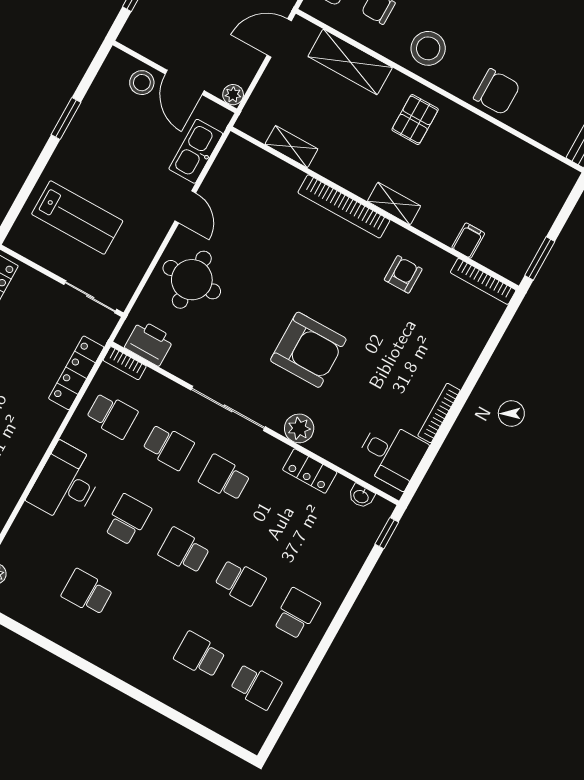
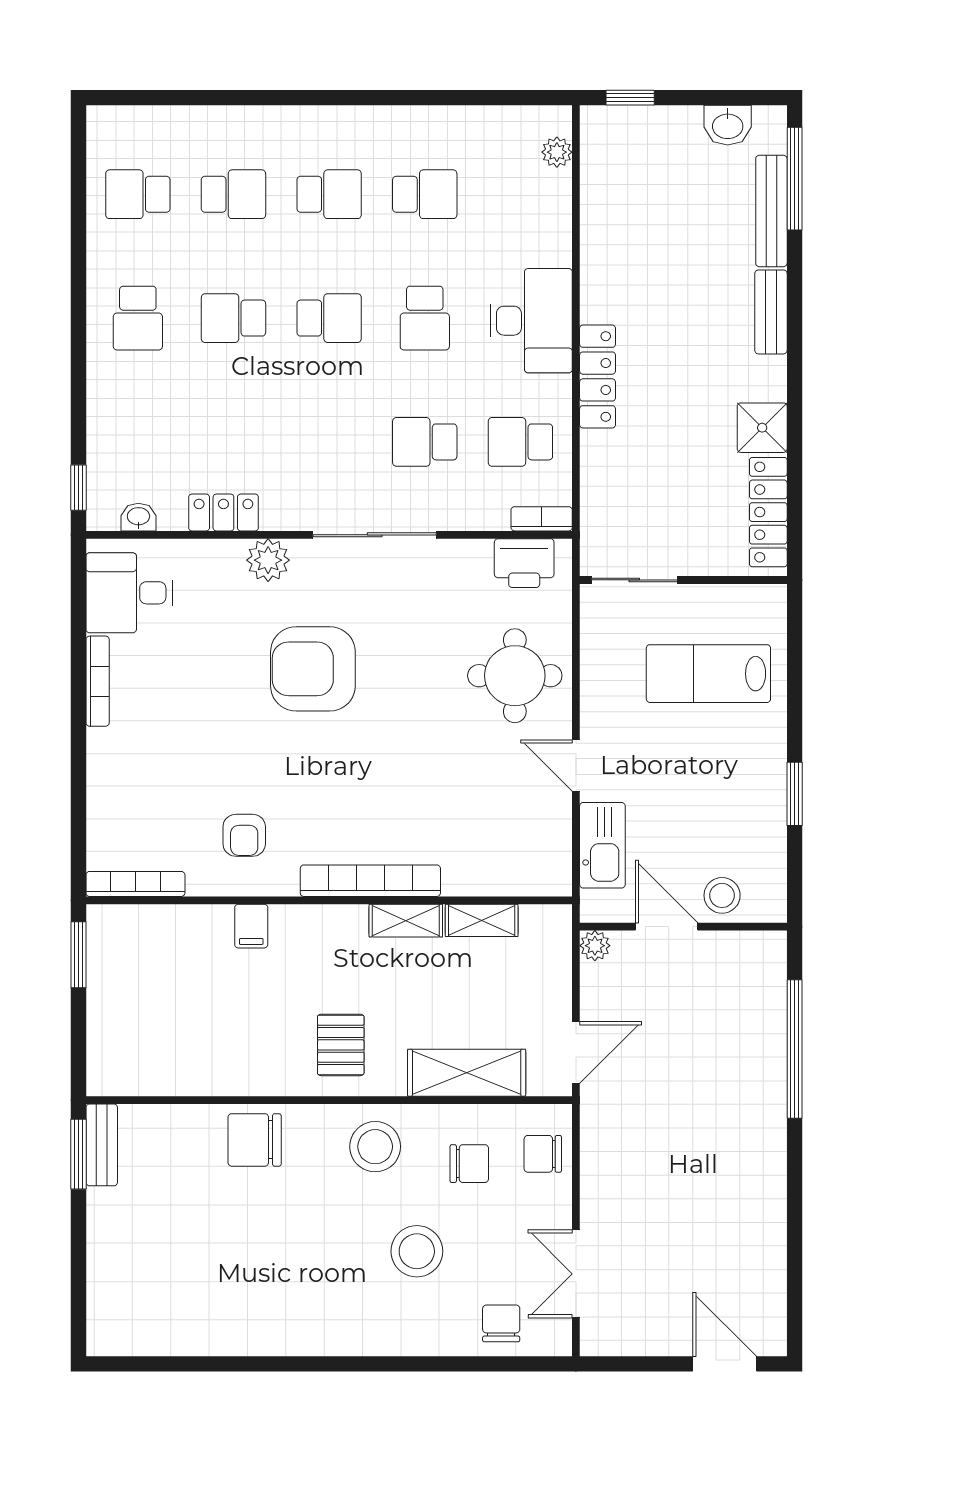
shelving: (394, 204) -> (406, 921), moved
filing cabinet: (468, 241) -> (251, 926), moved
locker: (76, 373) -> (598, 377), moved
school desk: (224, 478) -> (329, 194), moved

